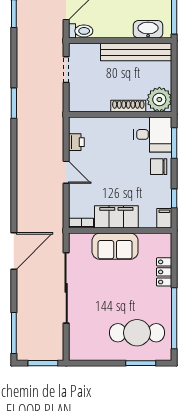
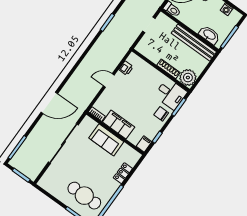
door: (66, 172) -> (109, 81), swing flipped

